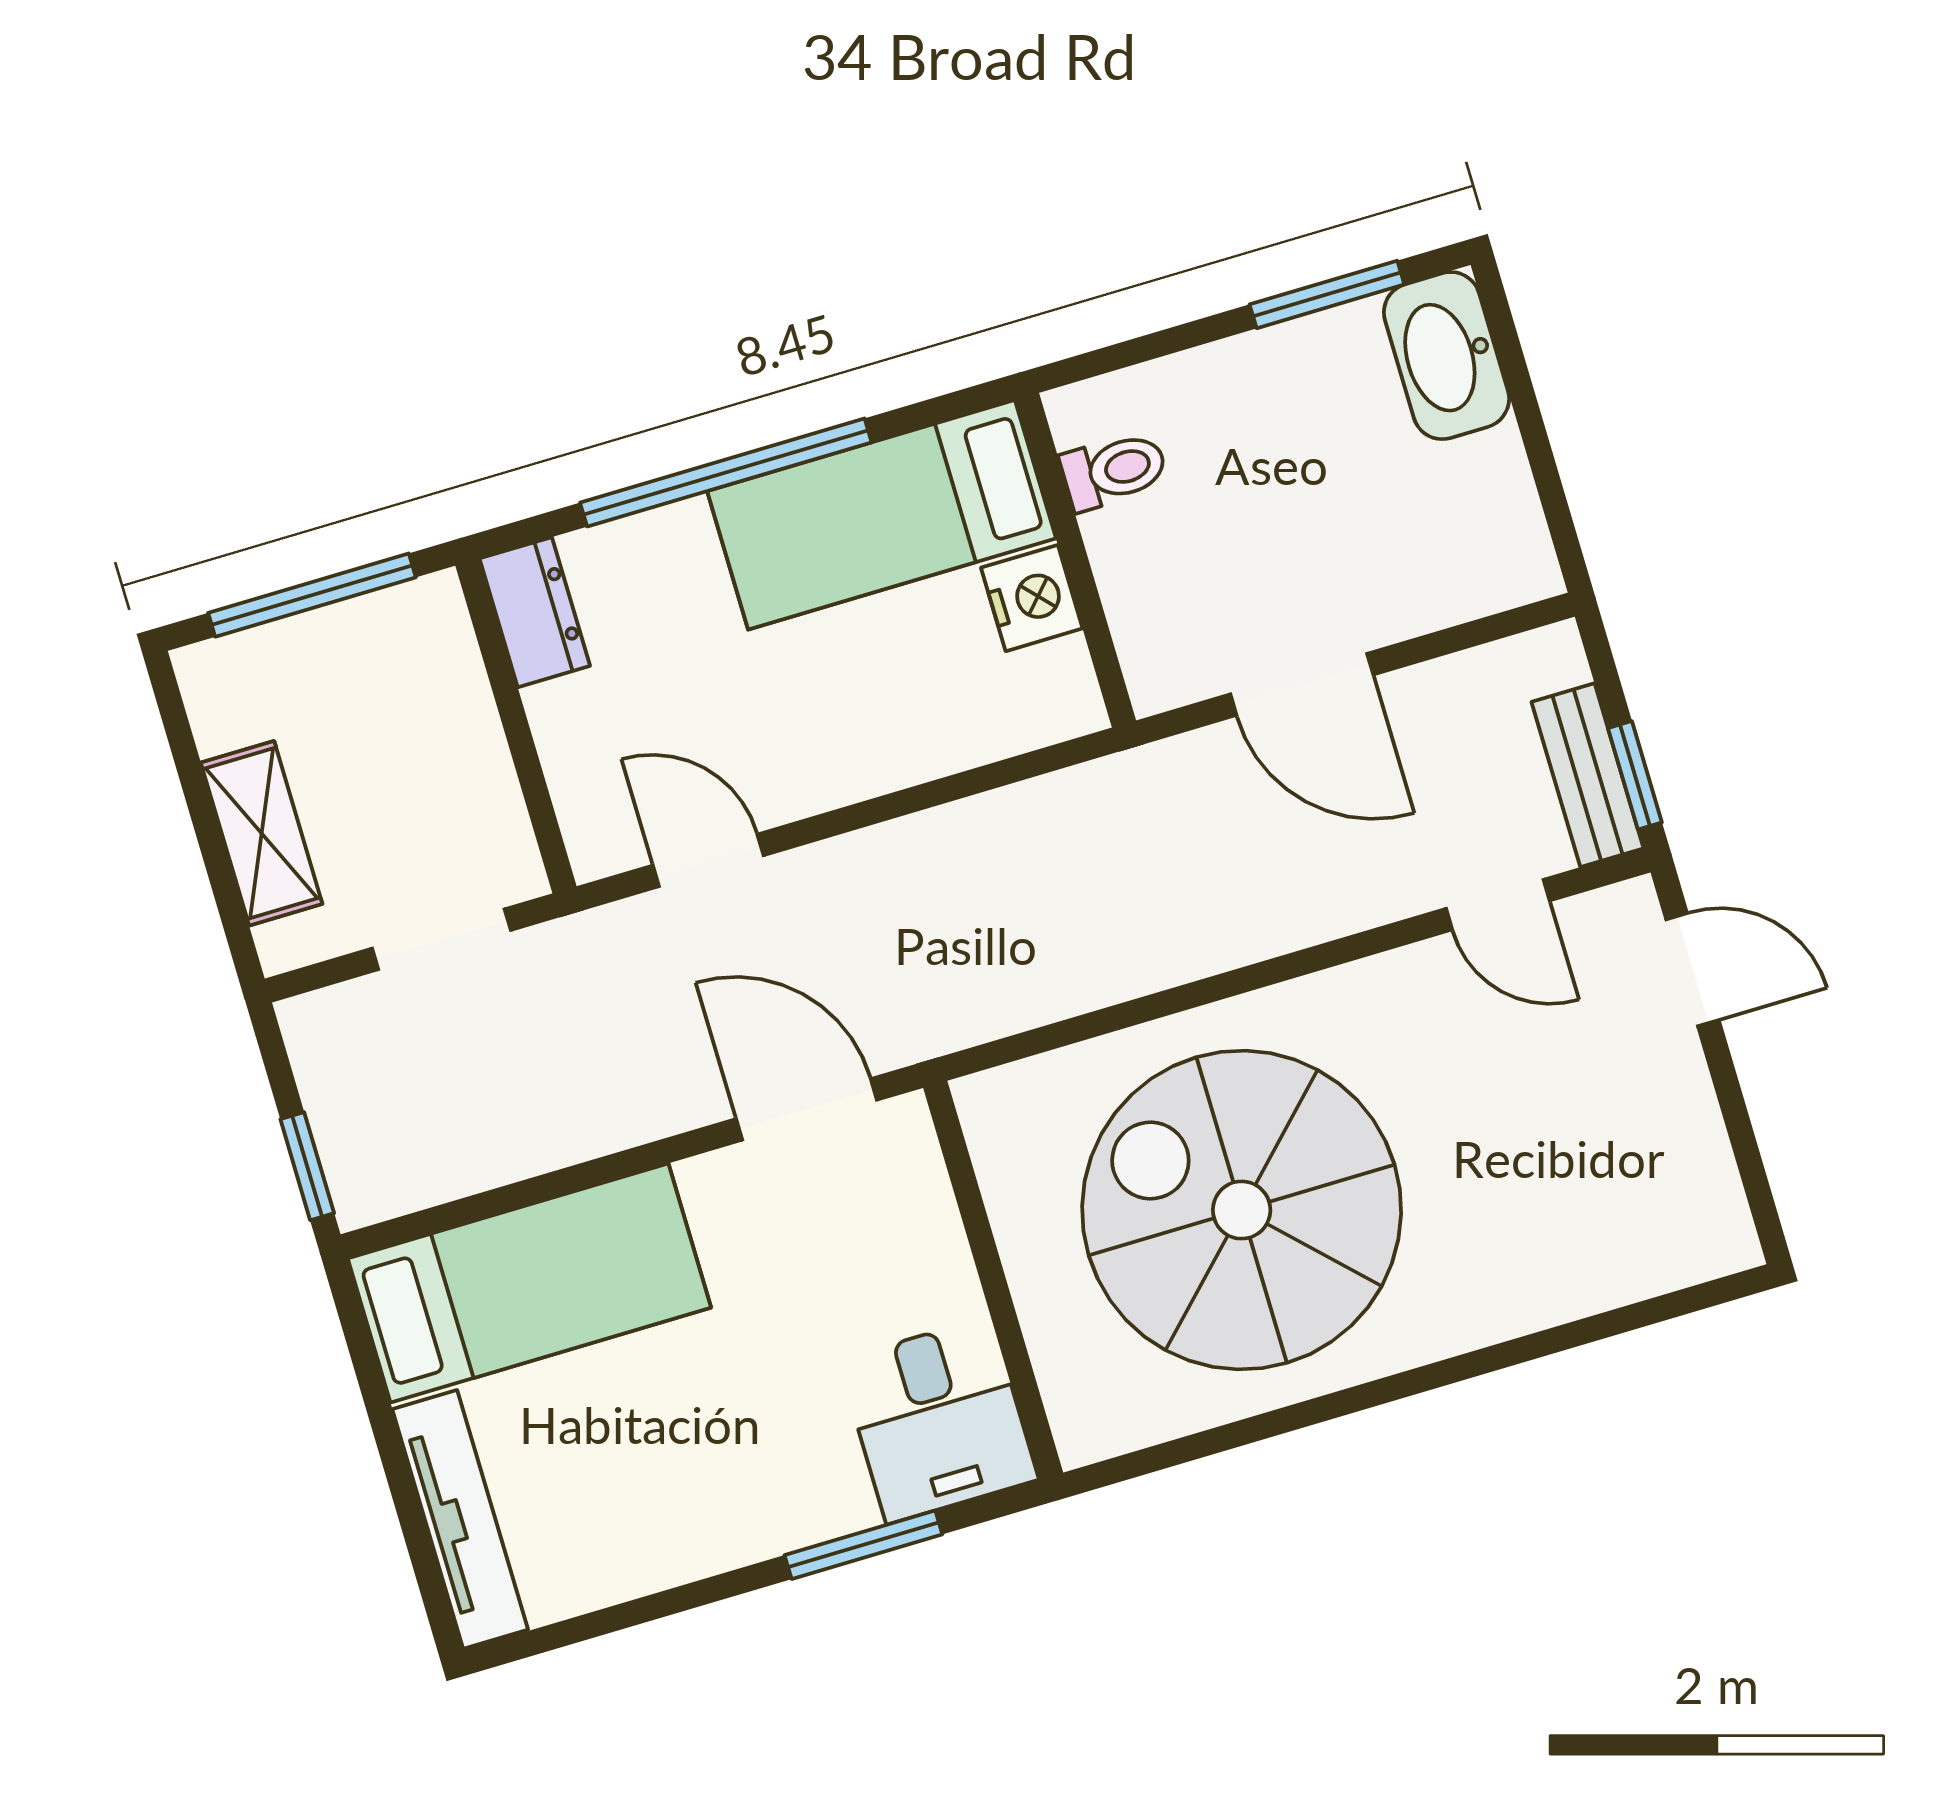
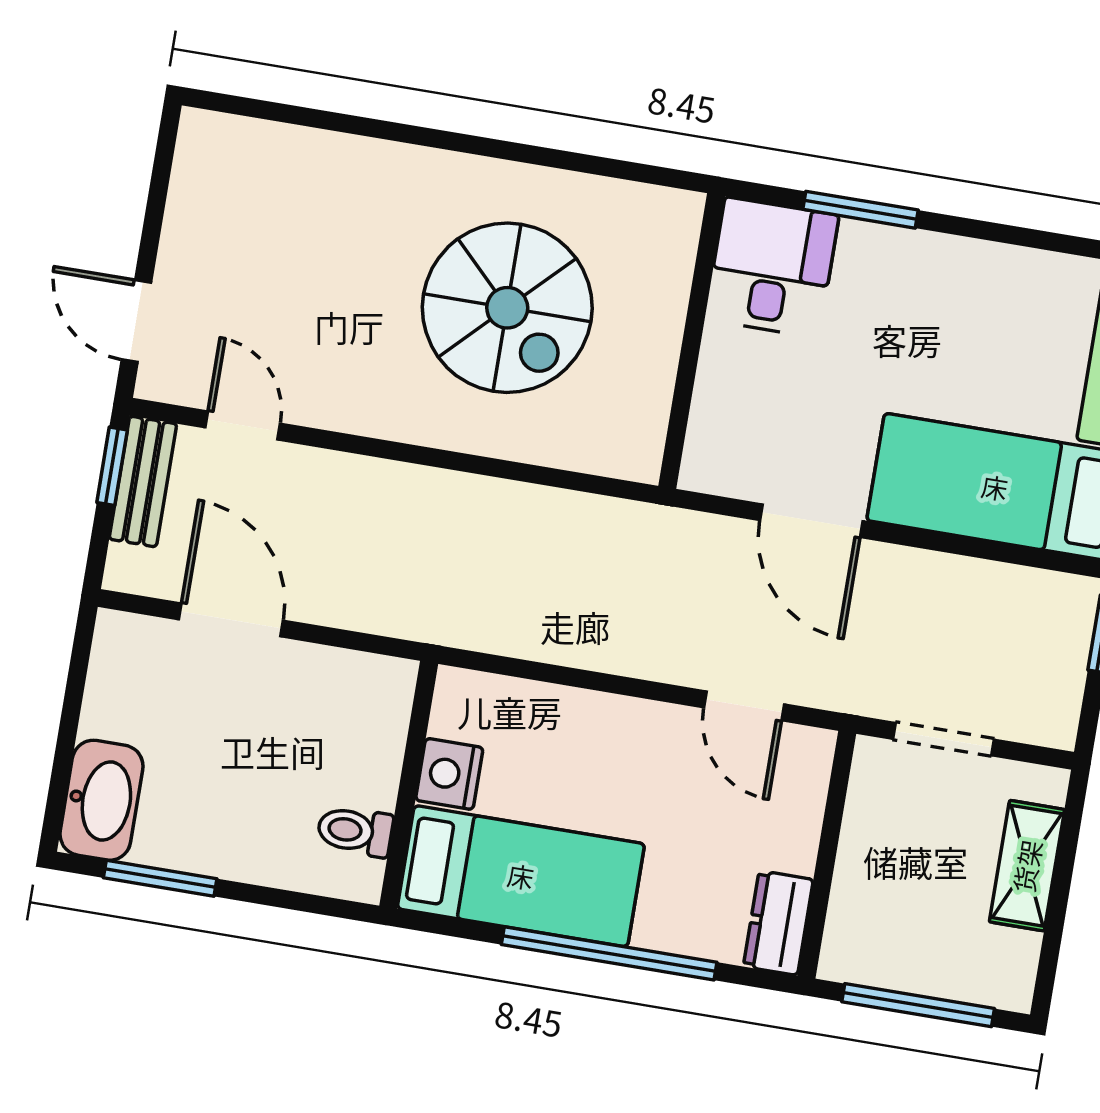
door: (1302, 684) -> (231, 620), moved
door: (806, 1109) -> (811, 521), moved
spiral stairs: (1242, 1210) -> (507, 308), width x0.73, depth x0.73

